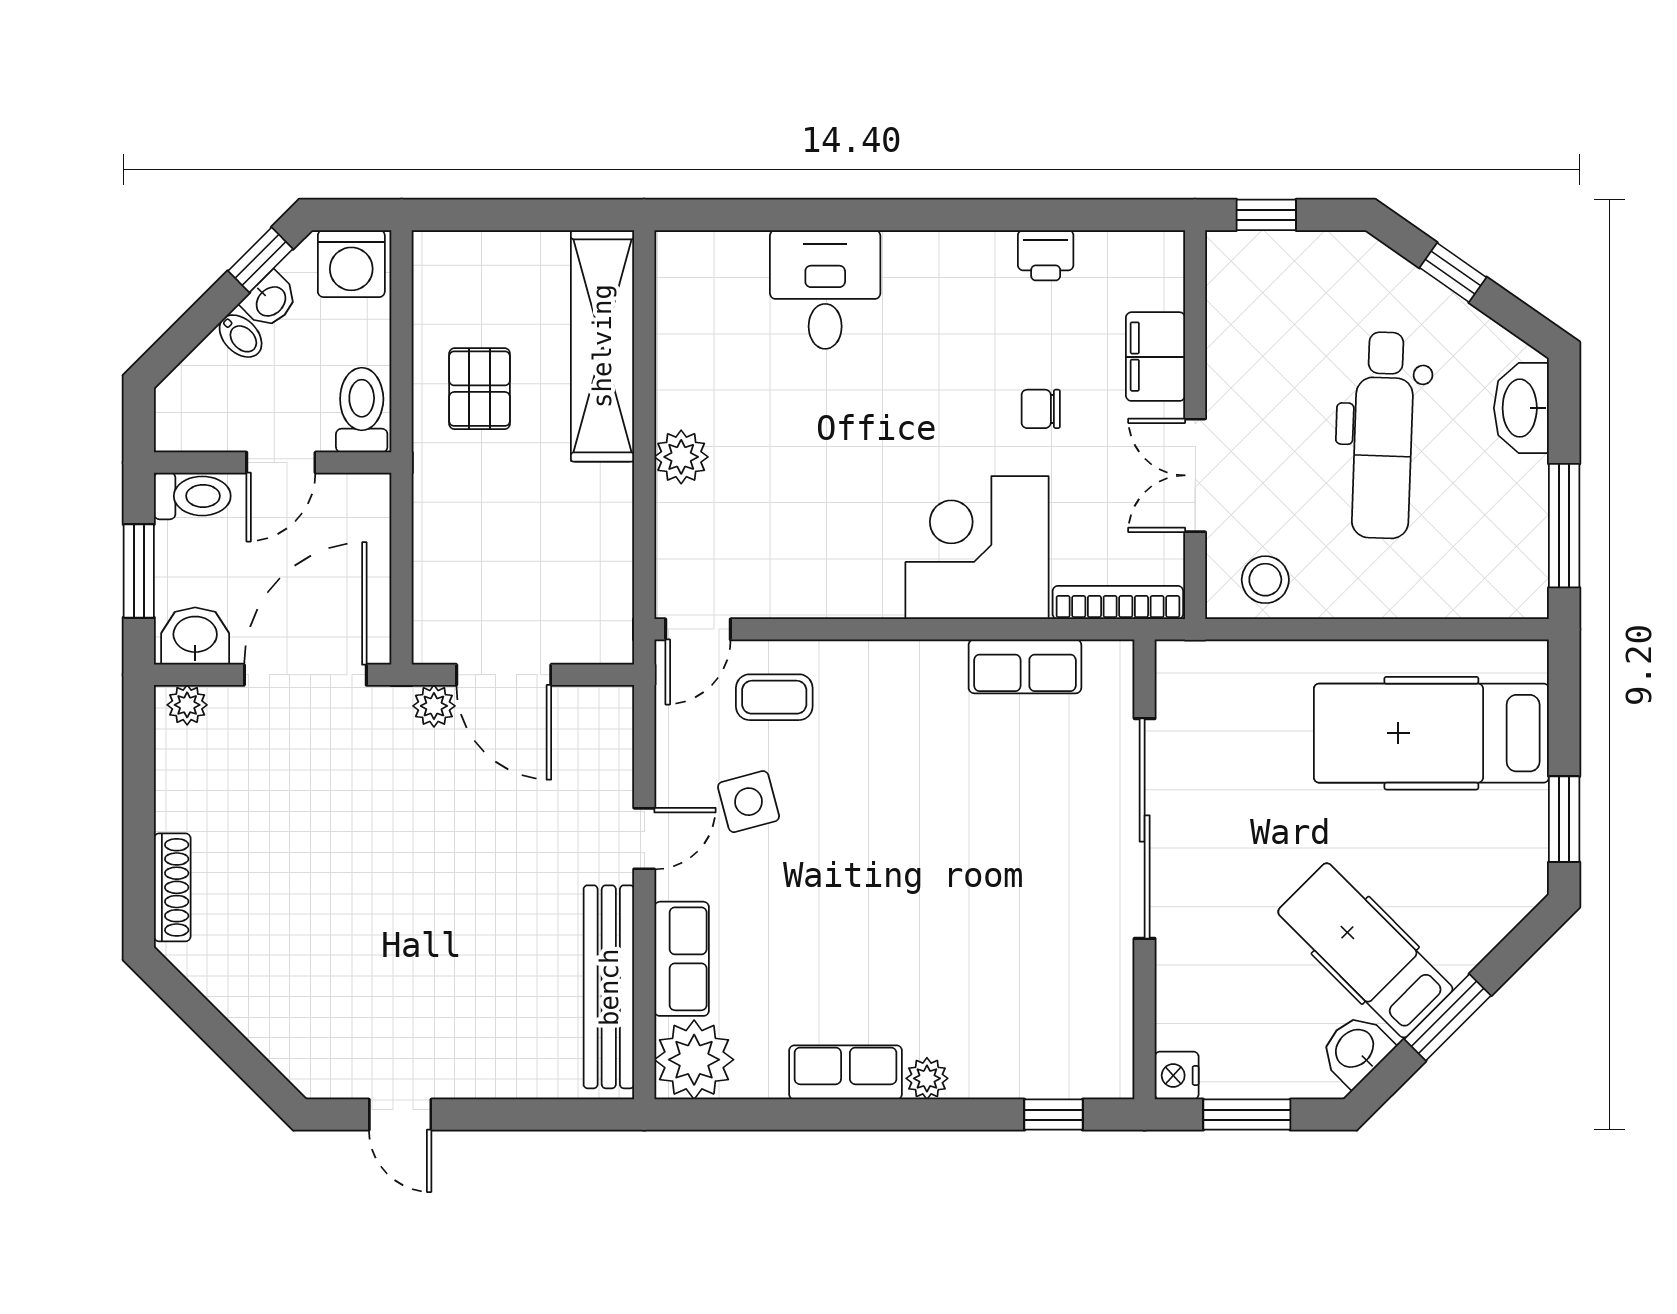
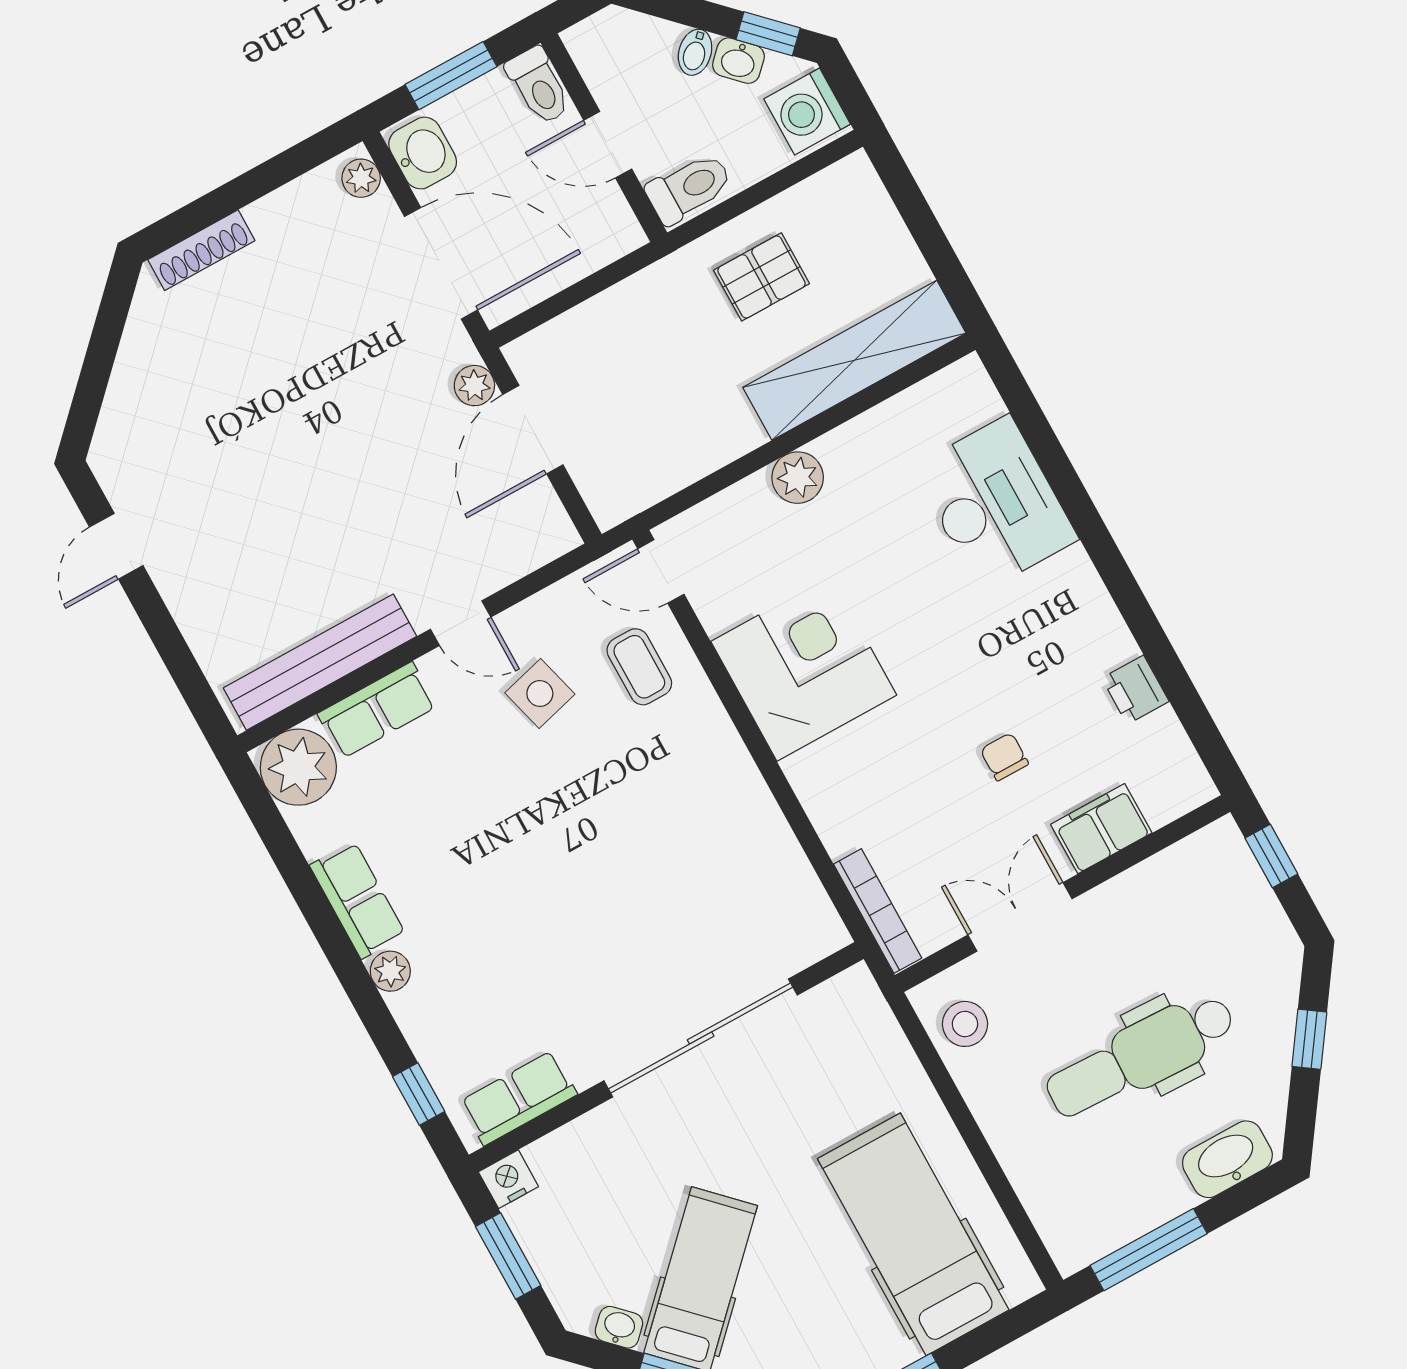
desk: (825, 289) -> (995, 504), width x1.37
corner desk: (977, 548) -> (804, 668), moved
row of seats: (1025, 666) -> (518, 1098), moved, turned 90
washbasin: (1356, 1049) -> (619, 1327), width x0.72, depth x0.69

